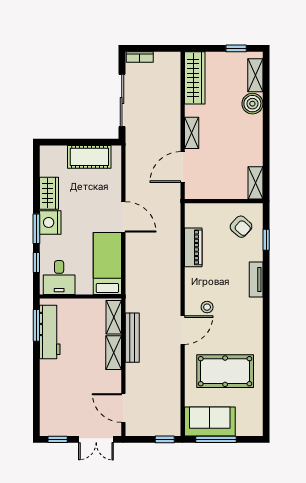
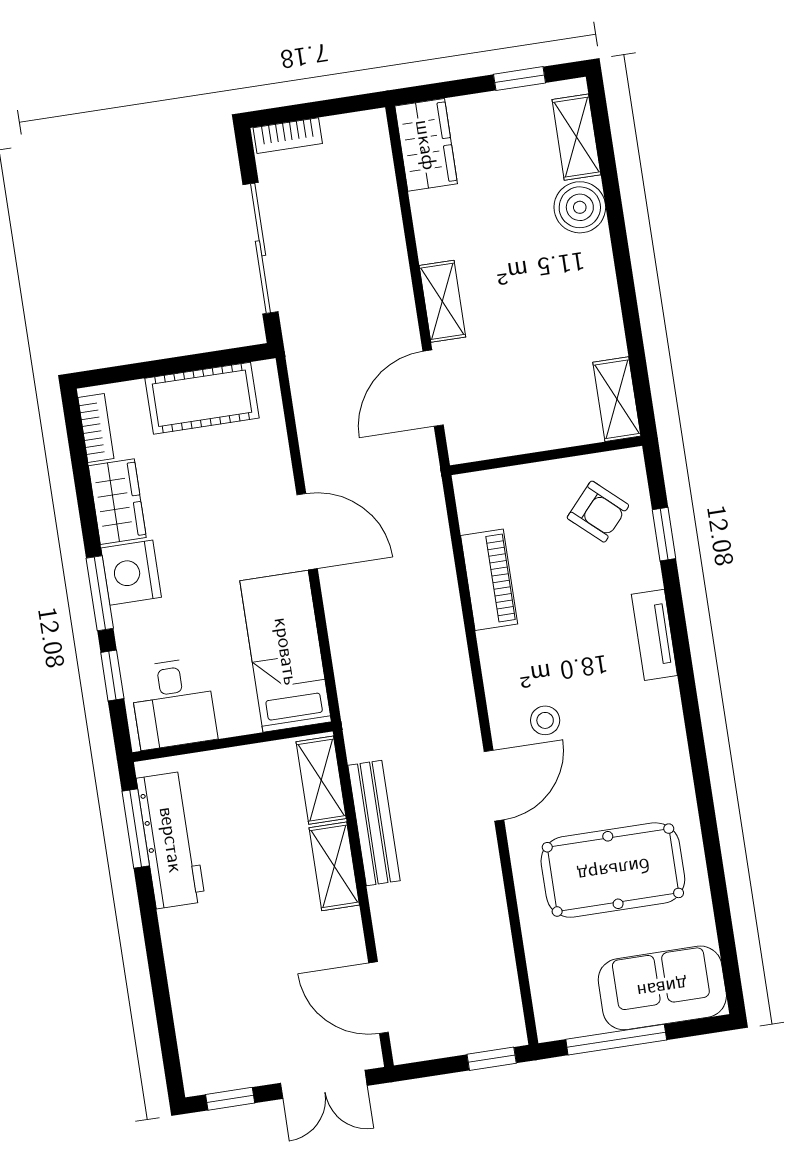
wardrobe: (195, 78) -> (426, 145), width x0.67
bookcase: (45, 162) -> (96, 428), added
sofa: (210, 421) -> (662, 988), moved

